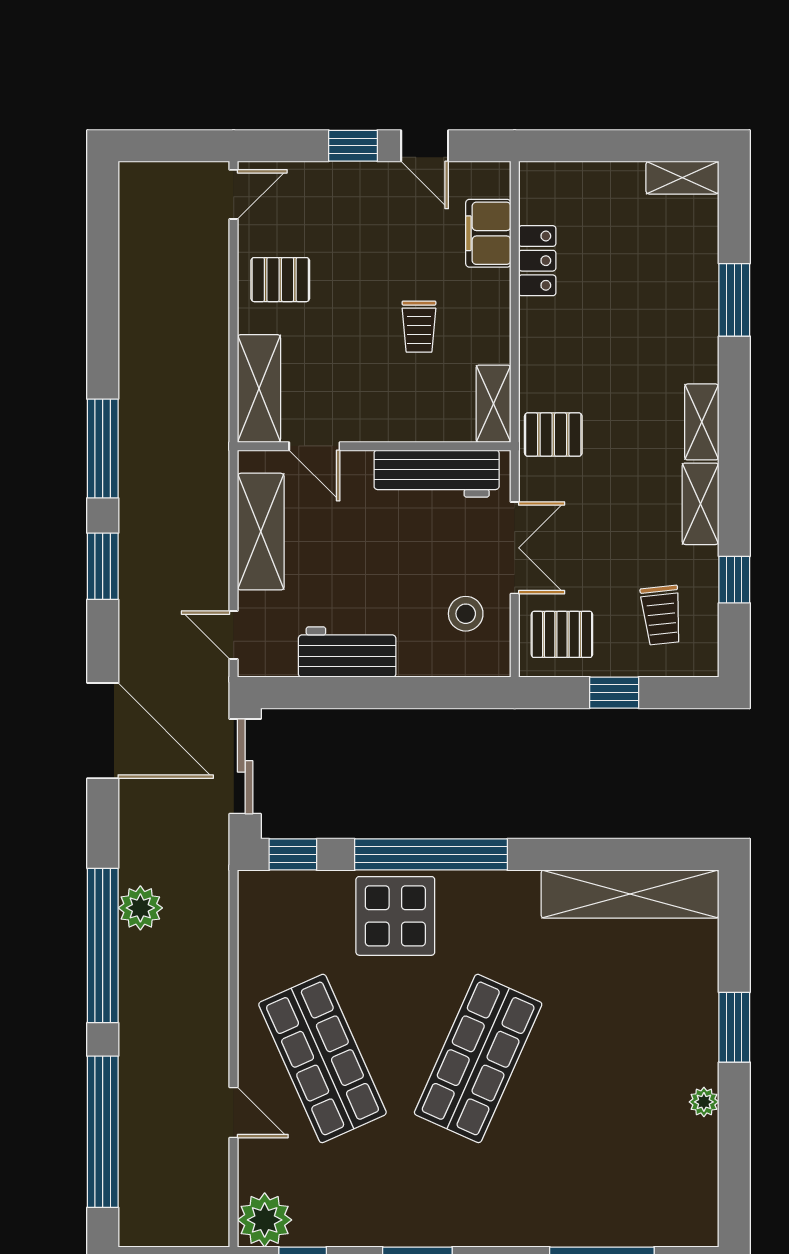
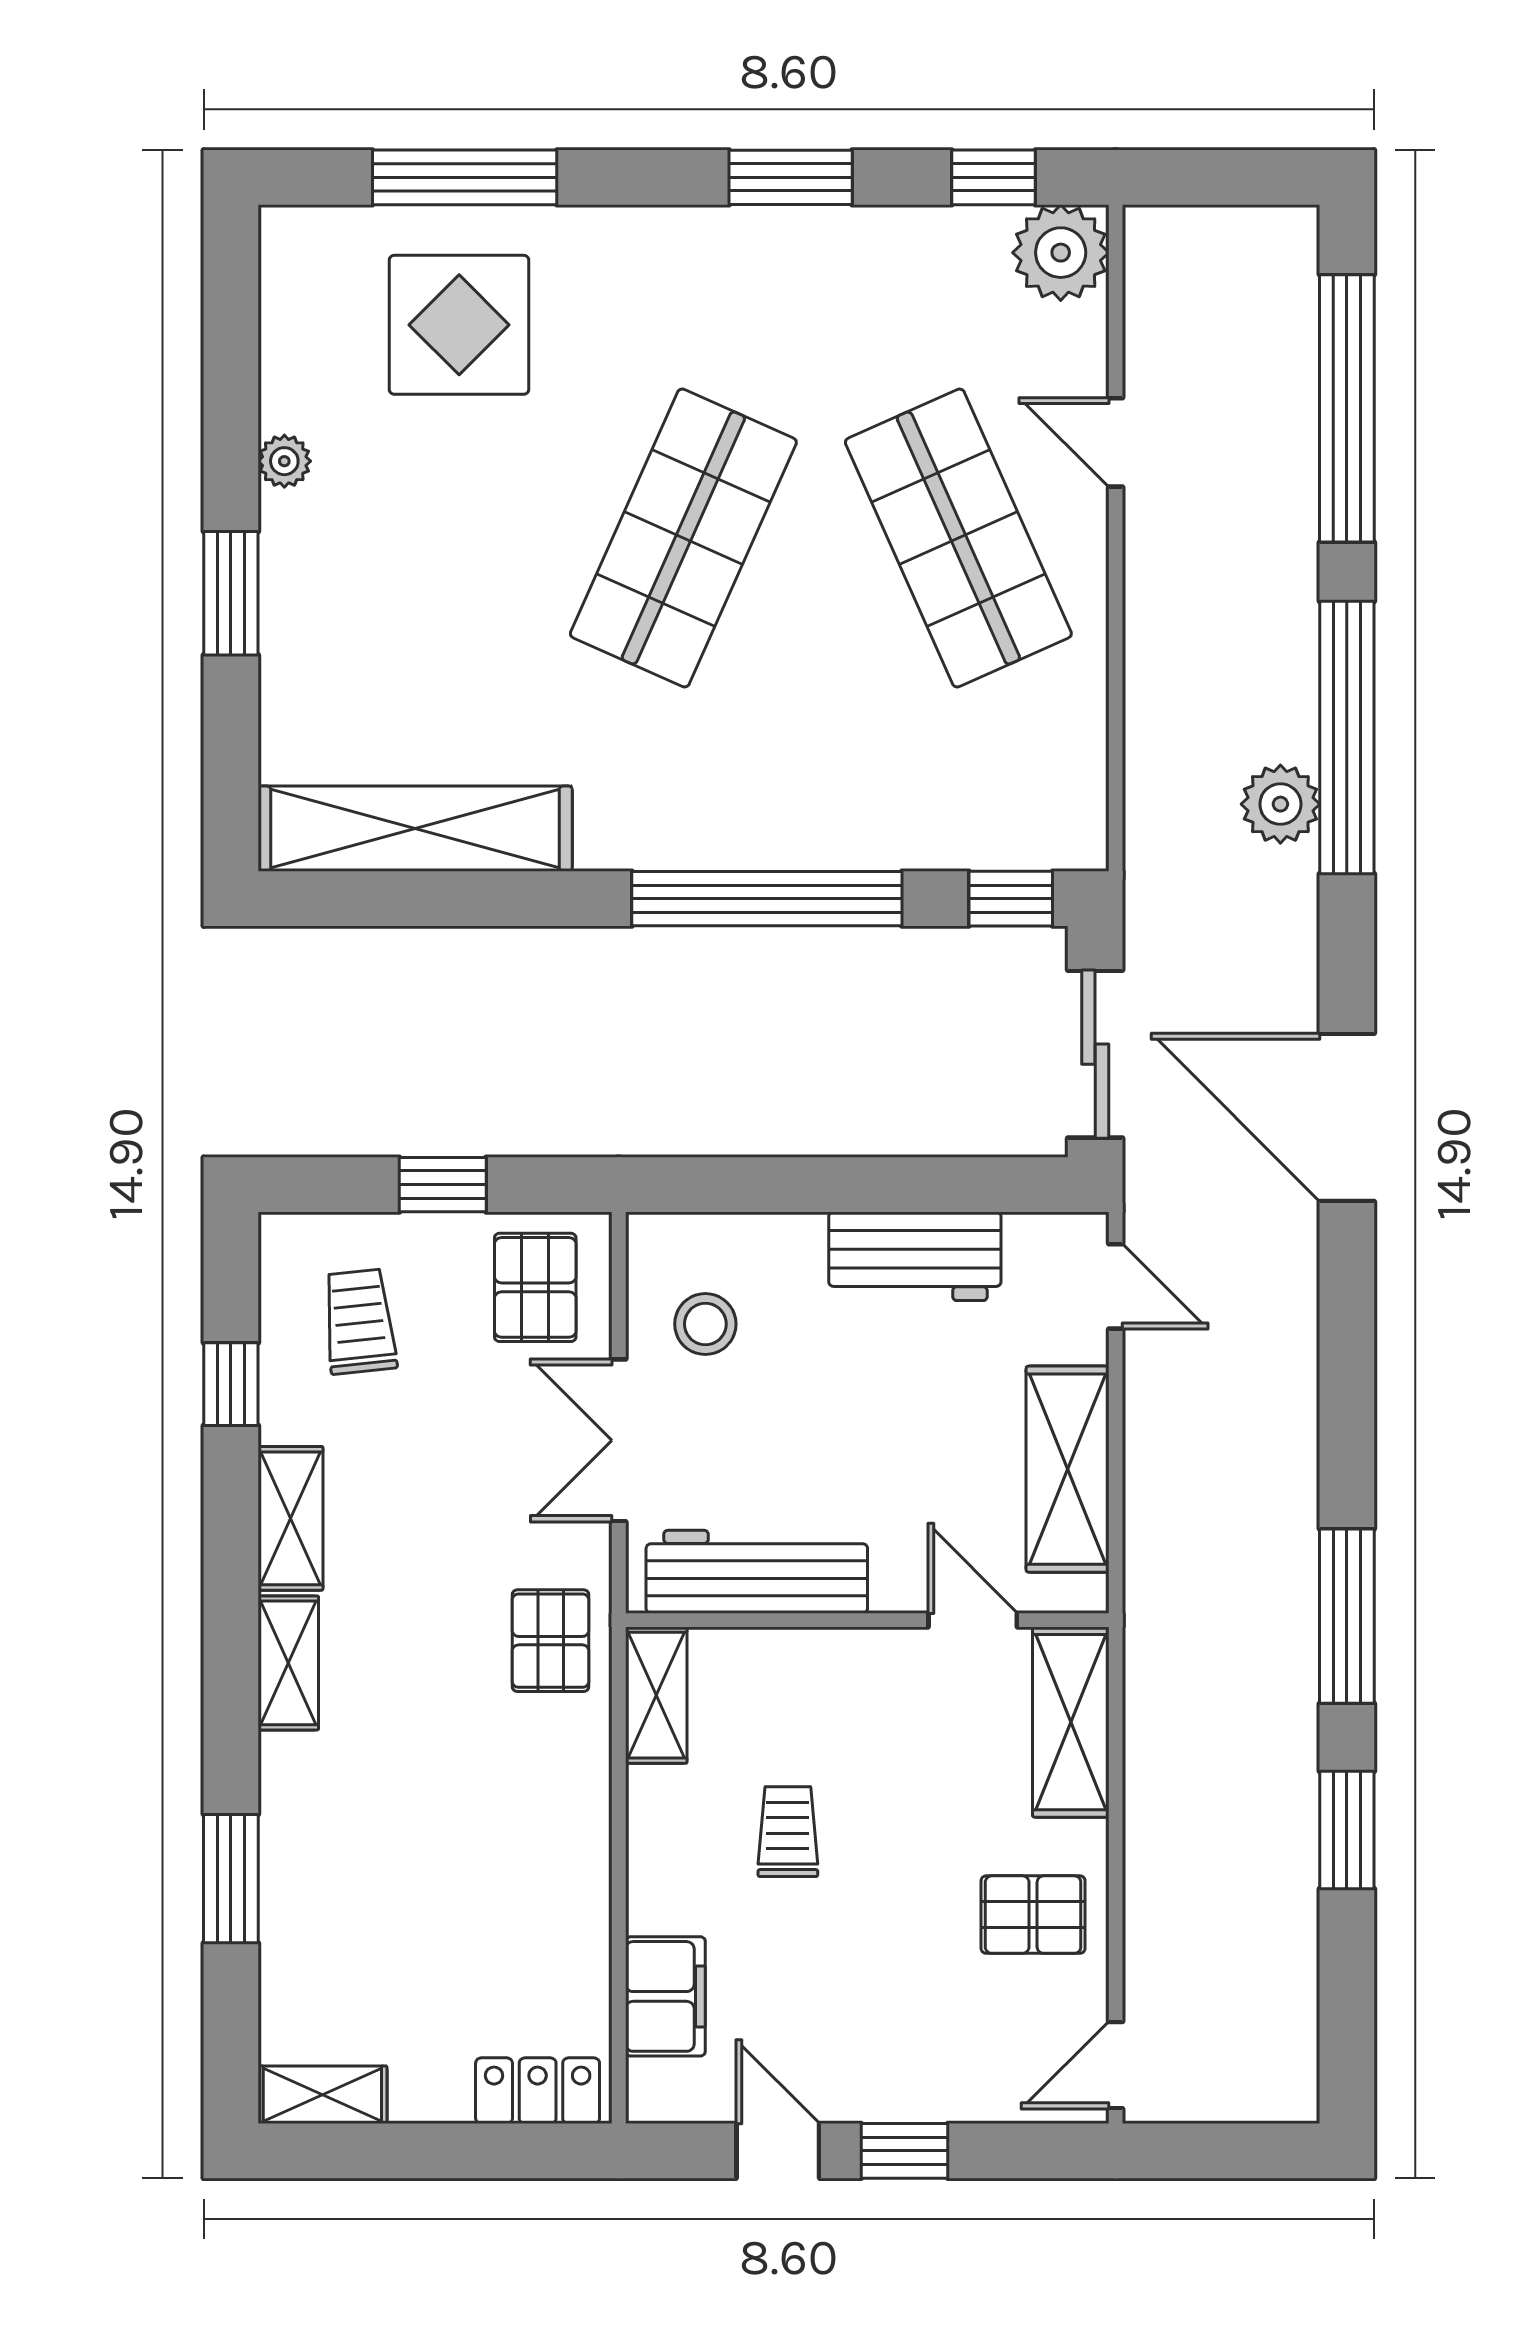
locker: (537, 261) -> (538, 2091), moved, turned 90
pallet: (553, 435) -> (551, 1641), turned 90
window: (103, 566) -> (1347, 1830), moved
pallet: (562, 634) -> (535, 1287), turned 90
display table: (395, 916) -> (459, 325), moved

